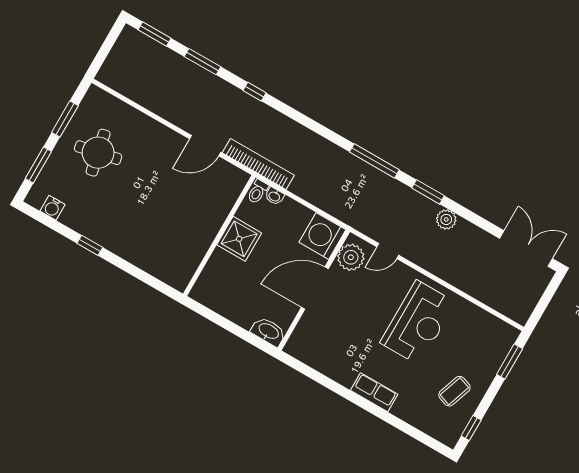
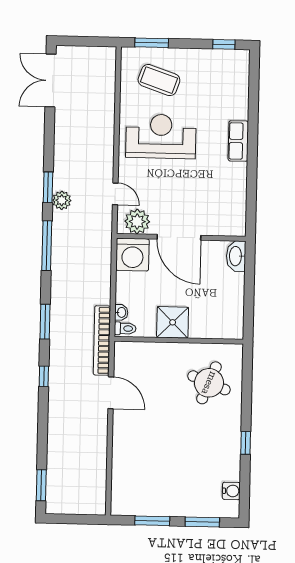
window: (202, 62) -> (45, 322), moved
round table: (98, 153) -> (209, 383), moved, turned 34
plant: (446, 219) -> (62, 200), moved
coffee table: (454, 391) -> (159, 80), moved, width x1.36, depth x1.30

